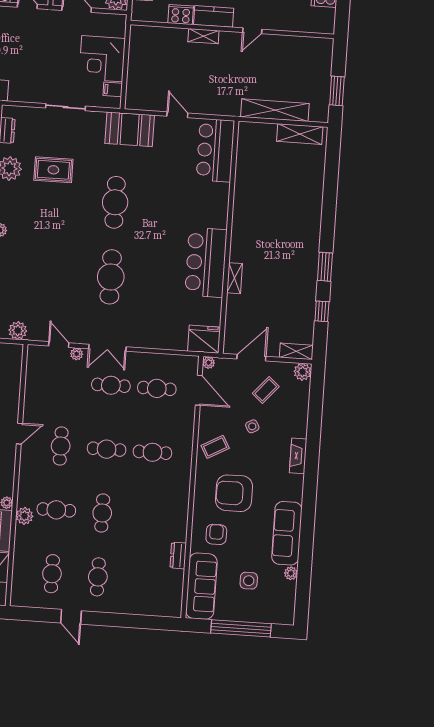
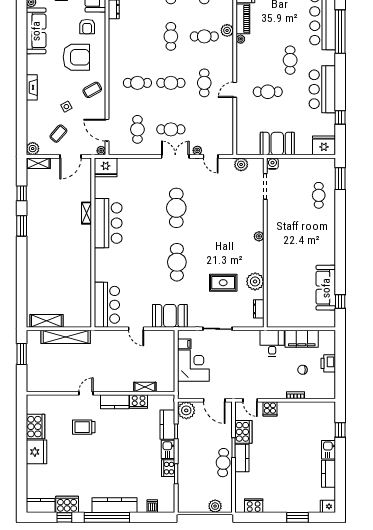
shelving: (203, 36) -> (145, 387), moved
cafe table: (157, 388) -> (137, 129), turned 90

